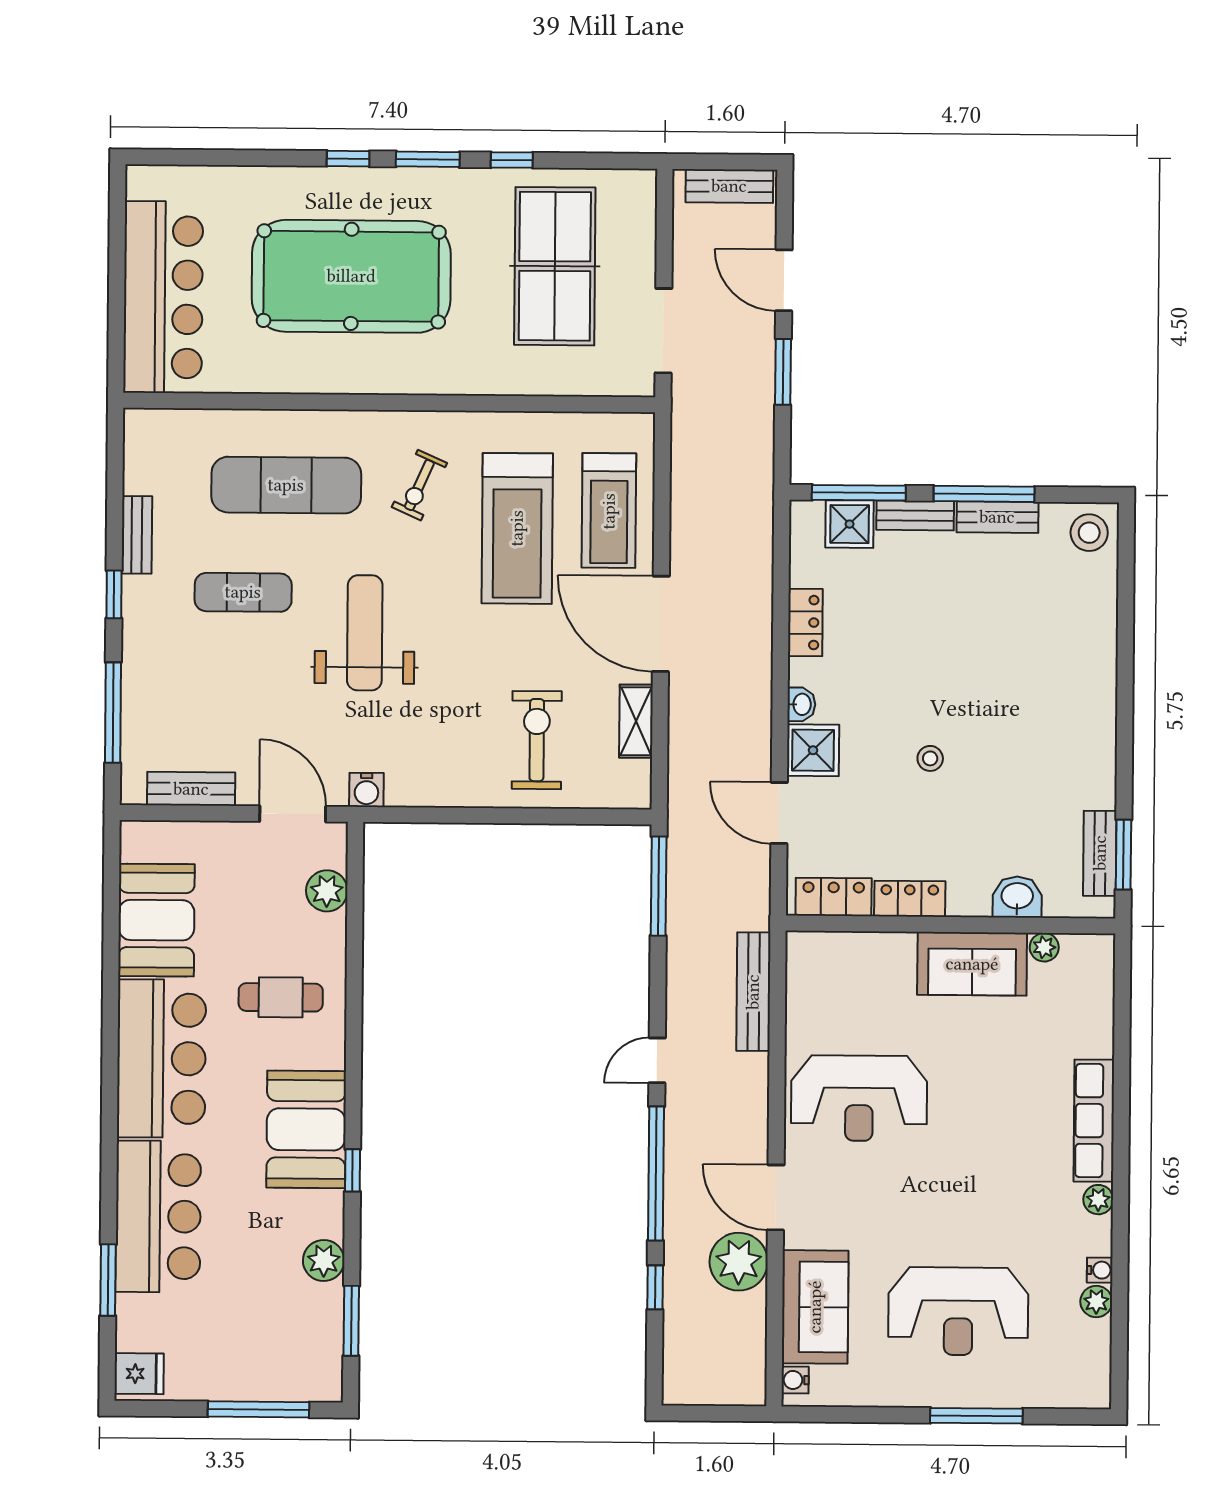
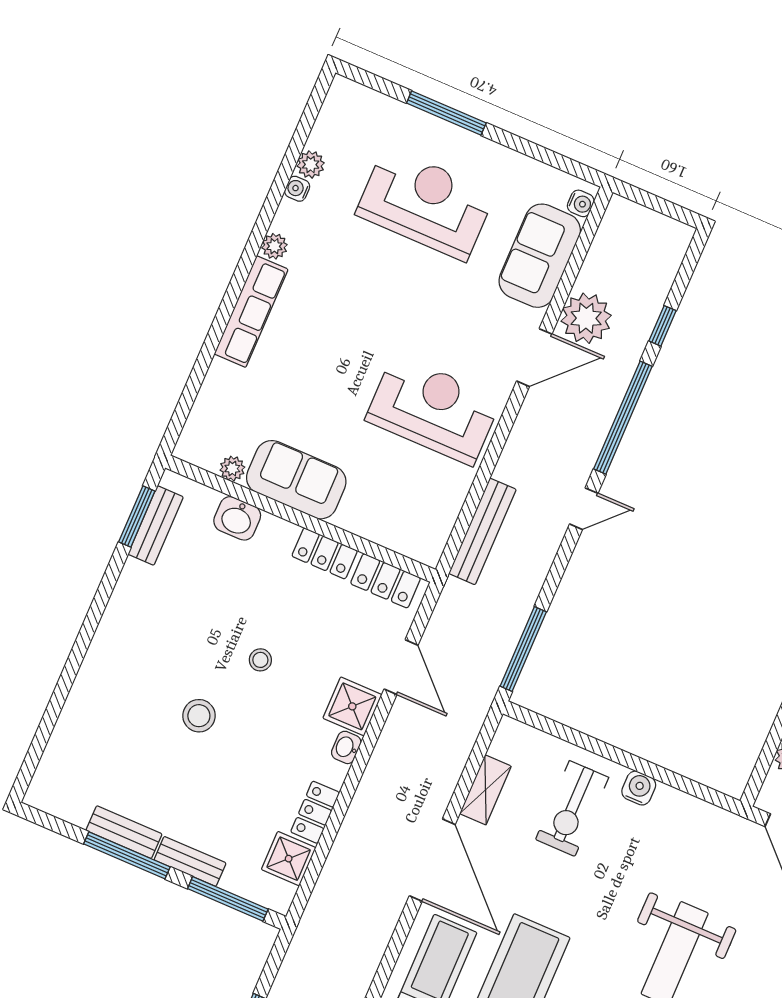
shower: (850, 524) -> (289, 859), moved
stool: (1089, 533) -> (199, 716), moved
water cooler: (366, 790) -> (639, 788), moved
door: (776, 1197) -> (534, 358), hinge flipped

